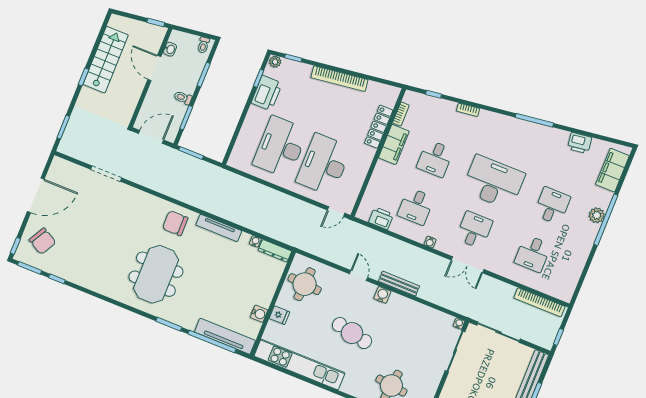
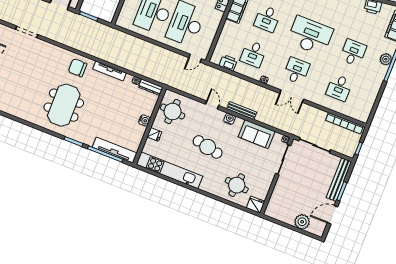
water cooler: (259, 314) -> (144, 121), moved
sofa: (419, 316) -> (257, 134), added

